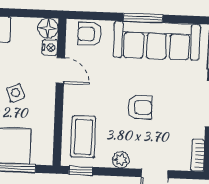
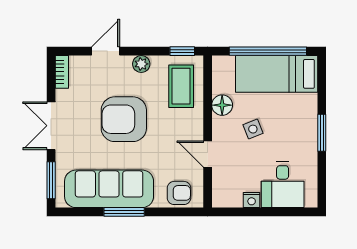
floor lamp: (48, 28) -> (222, 105), moved
nightstand: (50, 48) -> (252, 200), moved, turned -90
armchair: (140, 107) -> (124, 119), width x1.88, depth x1.88

